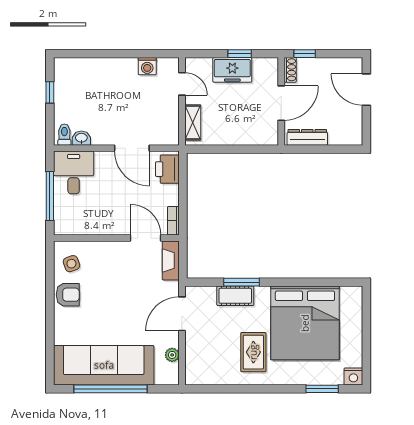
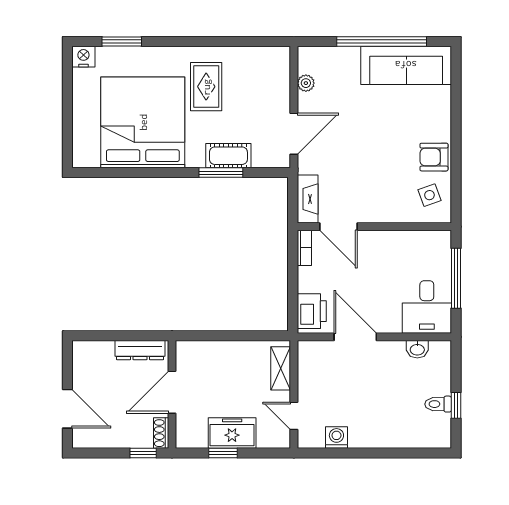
toilet: (64, 135) -> (438, 404), moved, turned 90
sofa: (104, 365) -> (406, 65), width x0.74, depth x0.79

